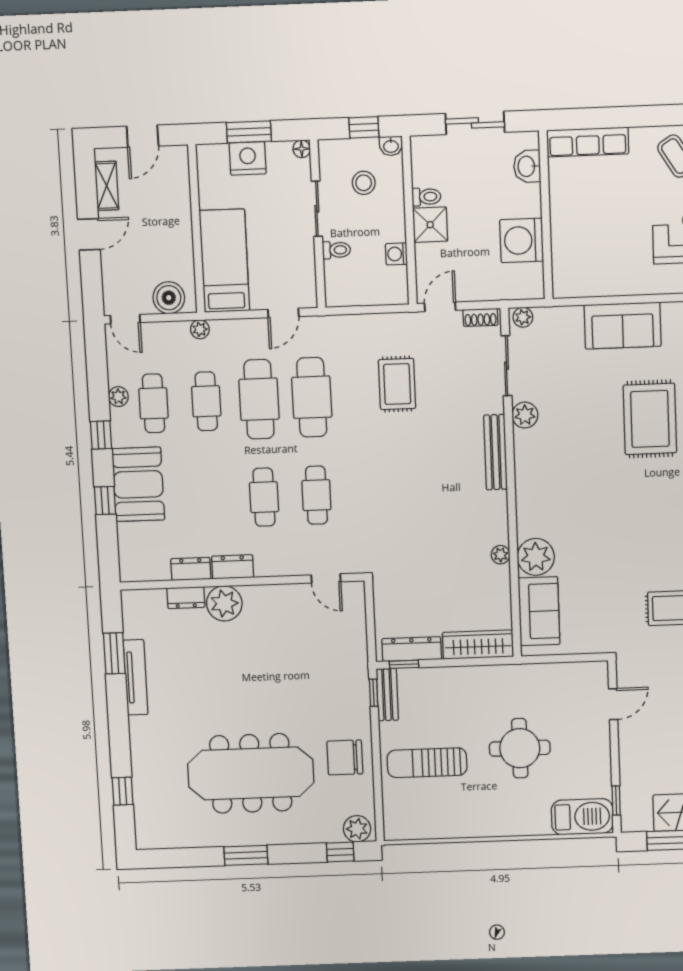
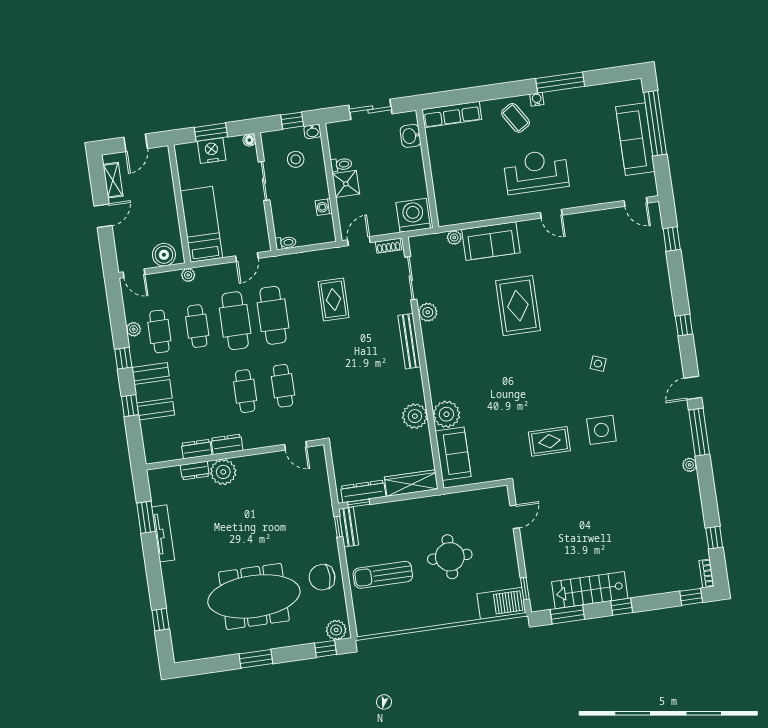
washing machine: (522, 240) -> (413, 215), moved, turned 90
toilet: (336, 250) -> (286, 243), moved
plant: (523, 317) -> (454, 237), moved
plant: (500, 555) -> (415, 416), width x1.87, depth x1.87

